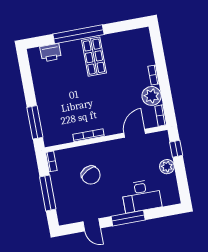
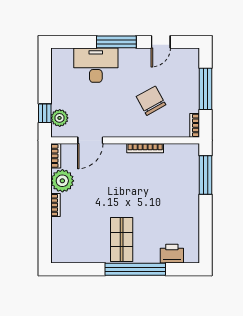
plant: (167, 167) -> (60, 118), moved
door: (92, 225) -> (161, 42), swing flipped

